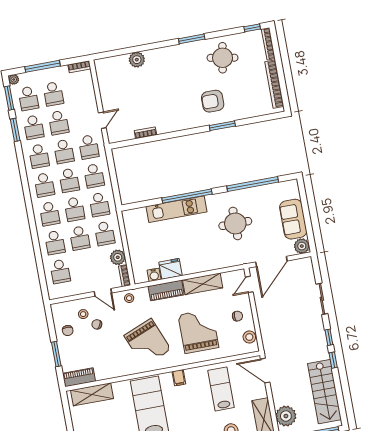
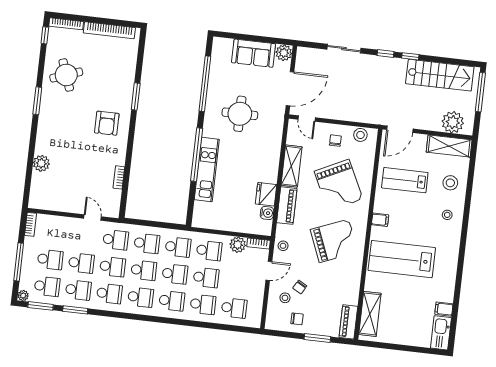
round table: (223, 58) -> (66, 75), turned -30
armchair: (213, 101) -> (107, 123), moved
door: (271, 261) -> (290, 89), hinge flipped
grand piano: (198, 331) -> (339, 185), turned -116

